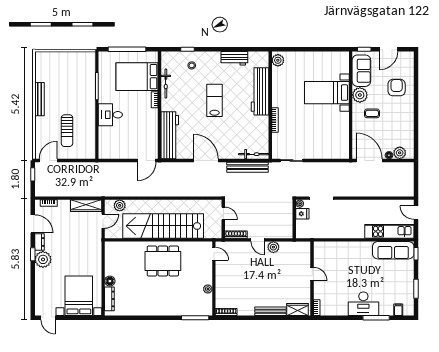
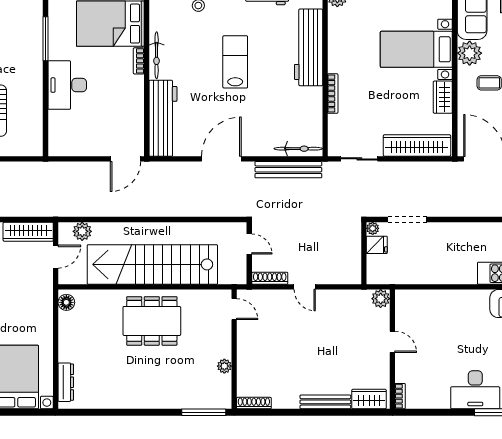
bicycle: (166, 84) -> (157, 55), moved
desk: (110, 115) -> (67, 85), width x1.37
wardrobe: (343, 122) -> (443, 97), added
wardrobe: (327, 152) -> (417, 145), added
door: (206, 161) -> (221, 159), hinge flipped
plant: (273, 247) -> (381, 299), moved
floor lamp: (110, 281) -> (66, 302), moved

